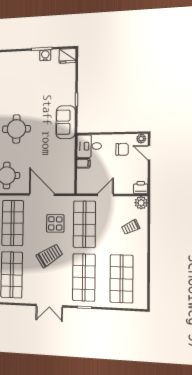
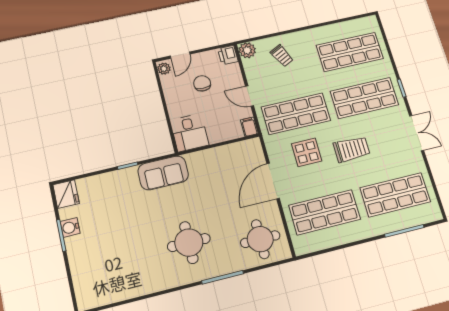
chair: (122, 149) -> (202, 83), moved
filing cabinet: (83, 163) -> (249, 127), moved
trolley: (50, 256) -> (352, 149), turned 123

